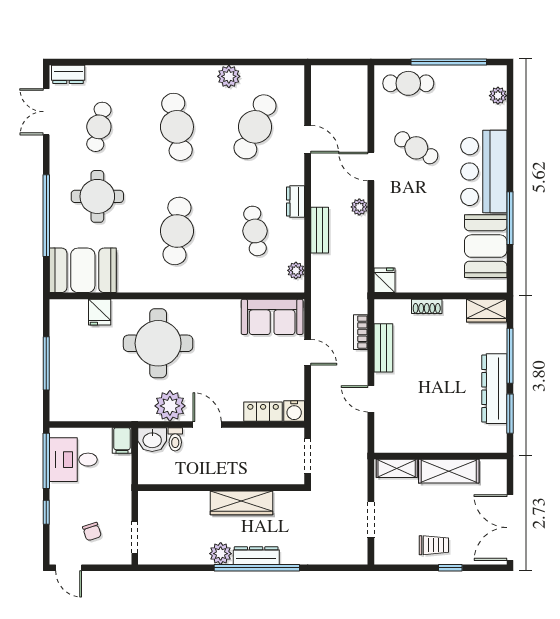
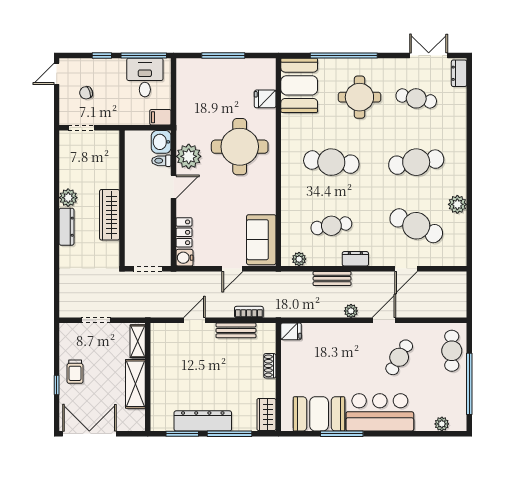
window: (257, 568) -> (57, 227), removed

